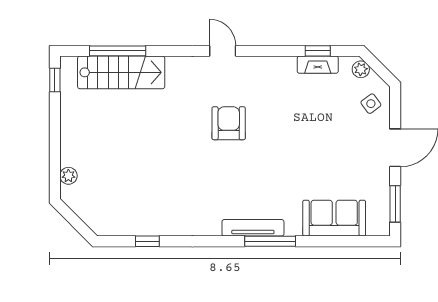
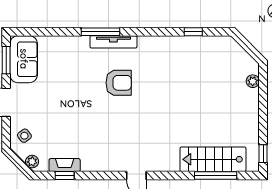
armchair: (229, 123) -> (119, 83), moved, turned -90
sofa: (334, 218) -> (24, 59), moved, turned -90

